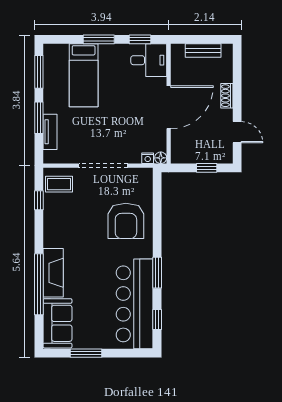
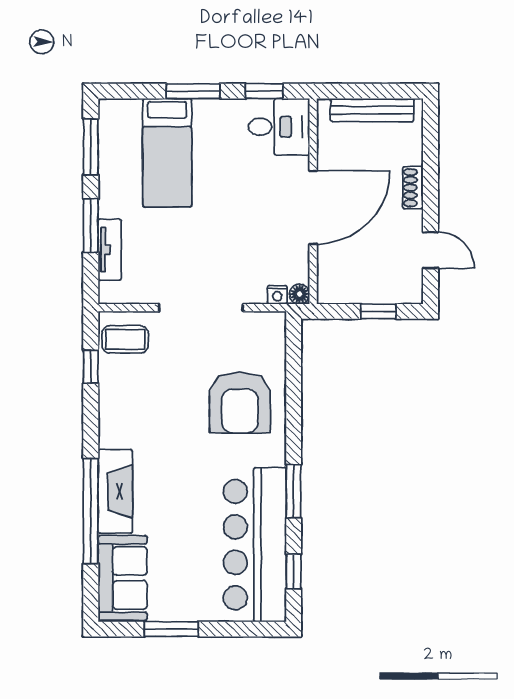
bench: (203, 50) -> (372, 110), width x1.36

